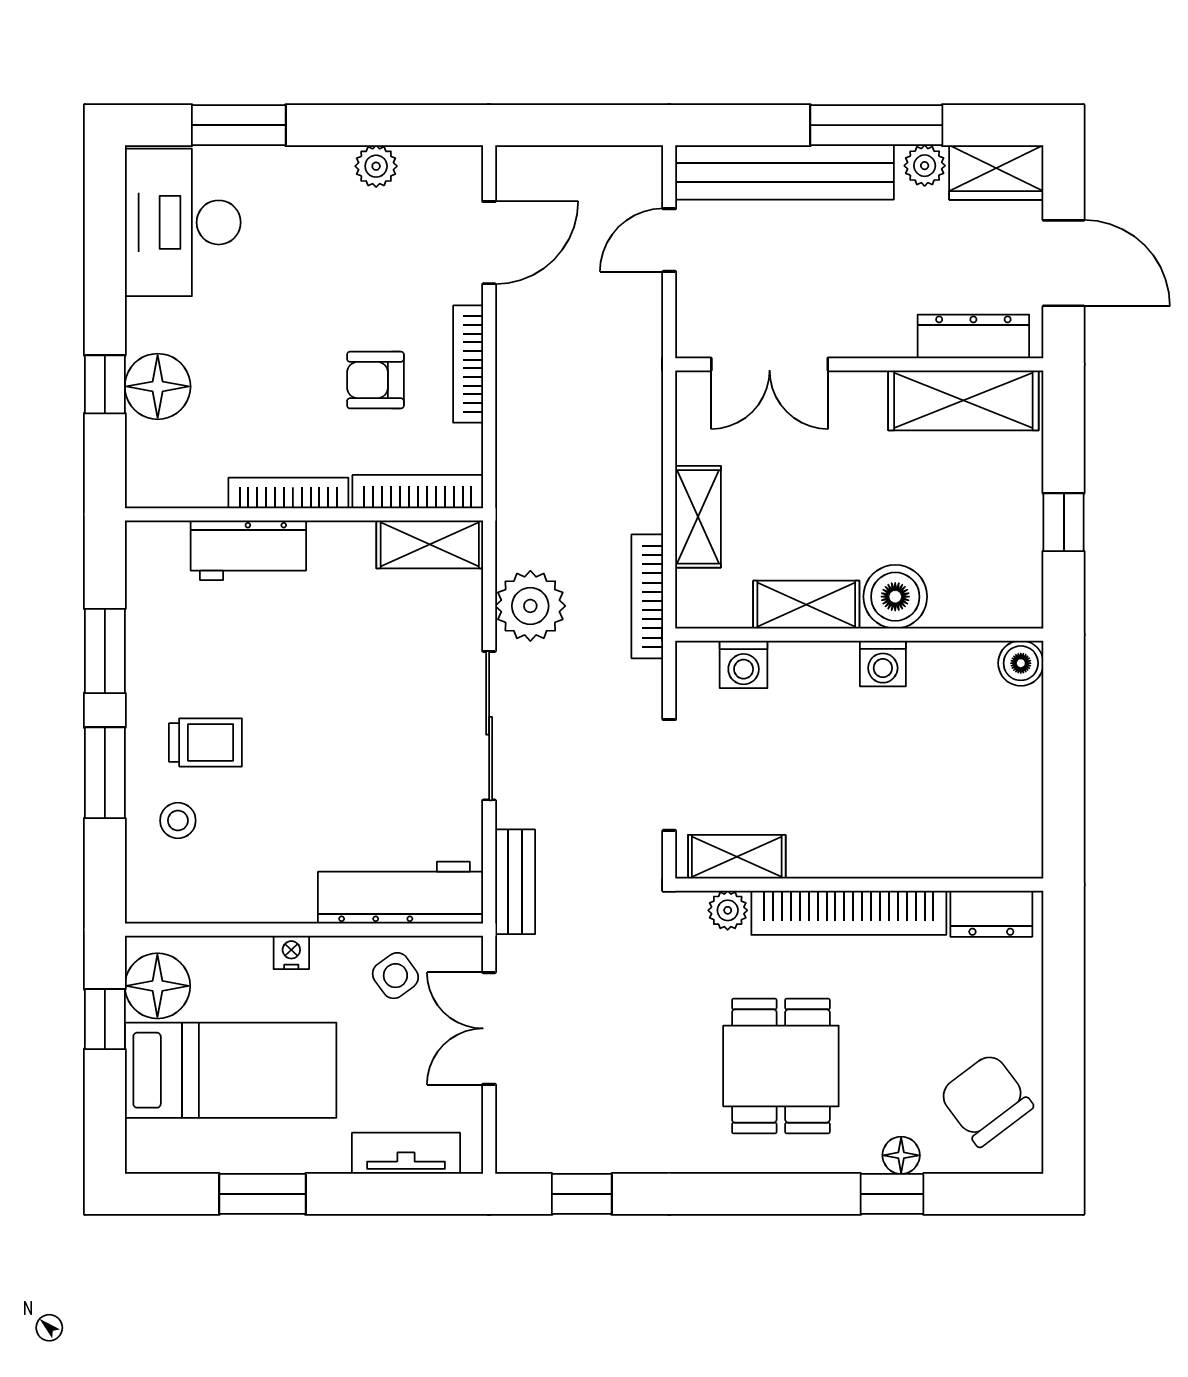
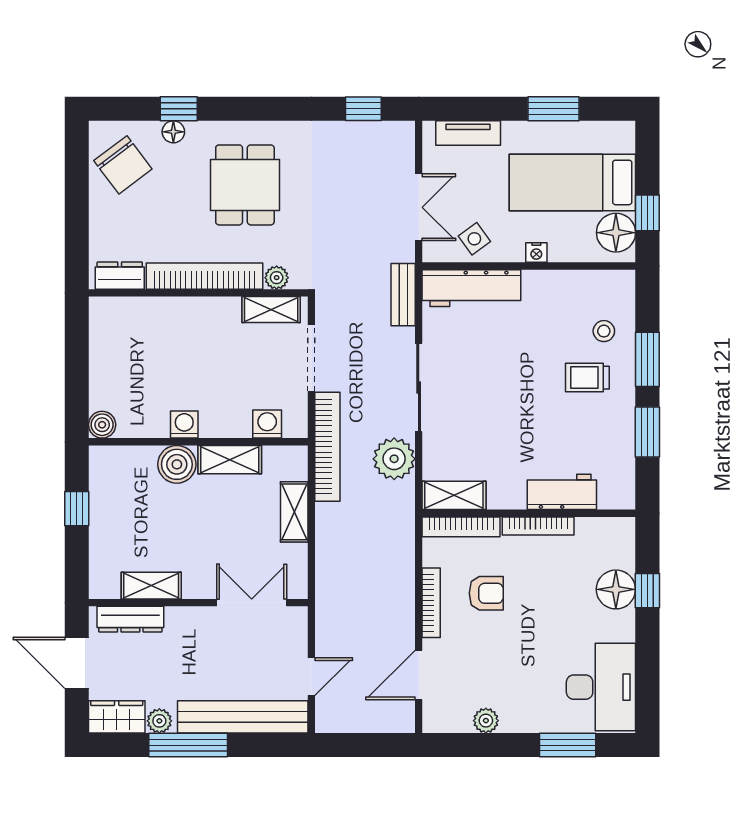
shelving: (963, 400) -> (151, 586), width x0.67, depth x0.75
bookcase: (647, 596) -> (327, 447), width x1.48, depth x1.31

